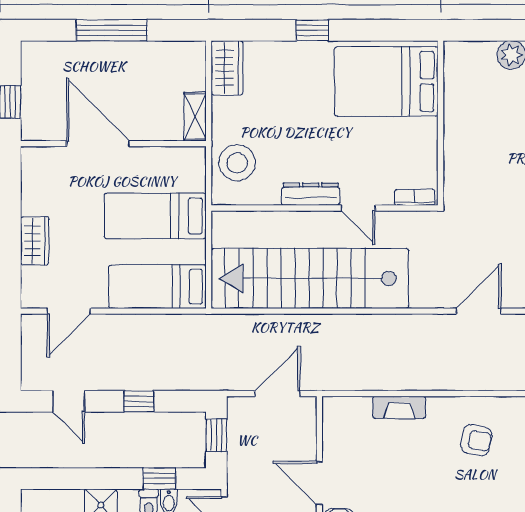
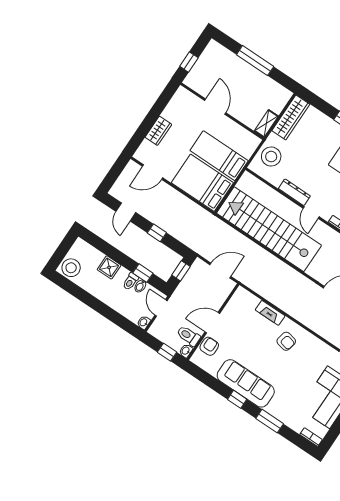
wardrobe: (227, 68) -> (291, 117), width x1.50
door: (98, 144) -> (215, 107), width x0.73
bed: (157, 287) -> (202, 183), width x1.50
armchair: (476, 440) -> (286, 341), moved
door: (319, 483) -> (212, 323), hinge flipped

